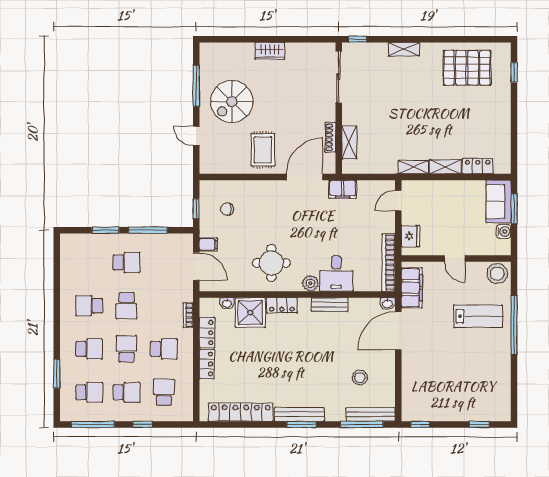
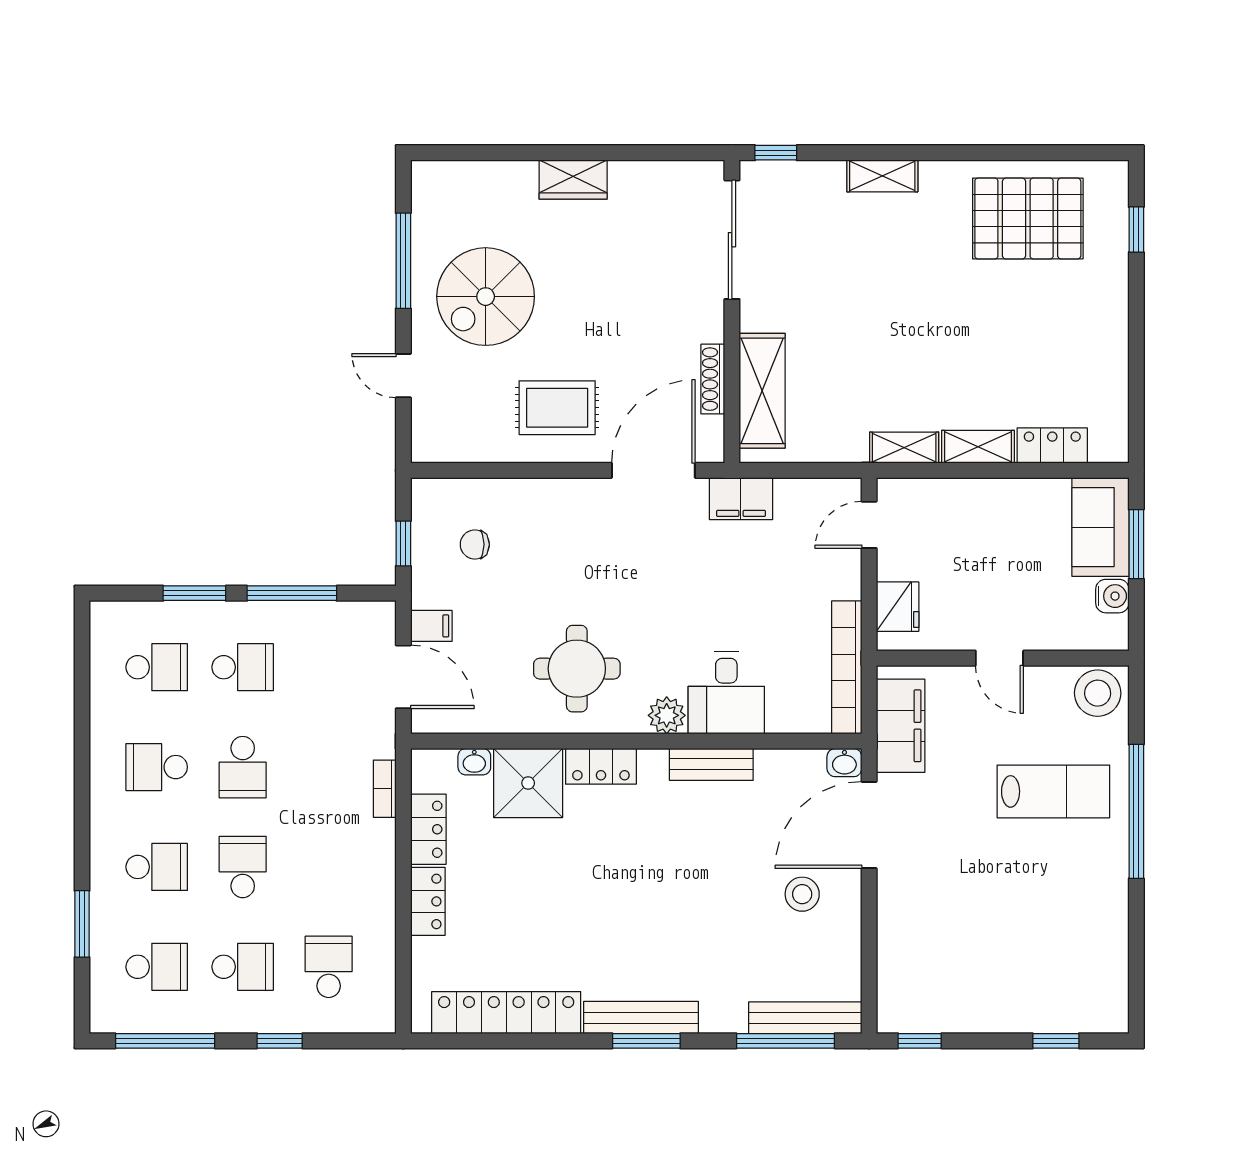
shelving: (349, 142) -> (762, 391), width x1.50, depth x1.33
rug: (263, 150) -> (557, 408), turned 90
school desk: (164, 349) -> (157, 667), moved
stool: (360, 378) -> (802, 894), moved

